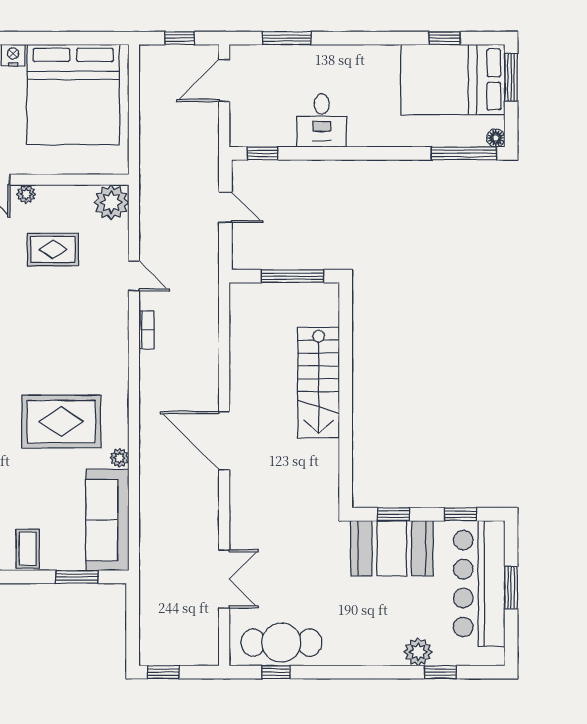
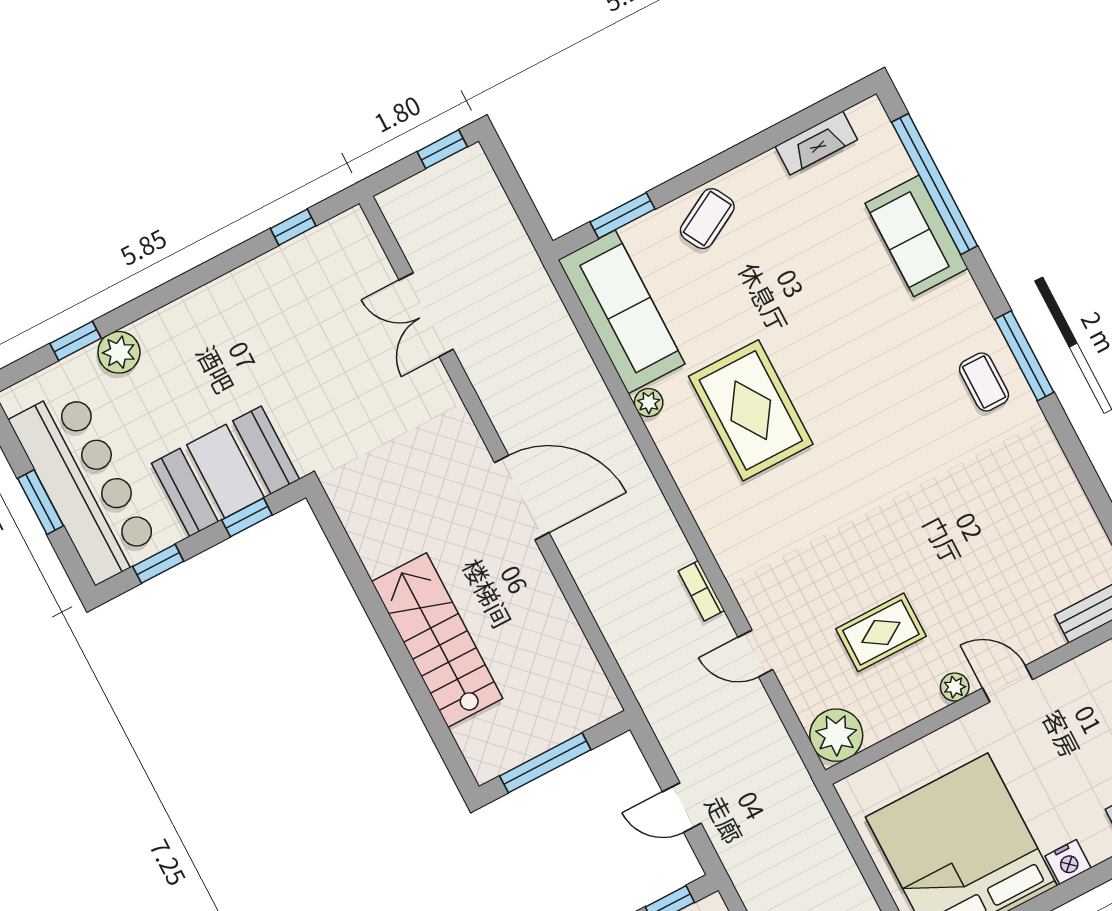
rug: (61, 422) -> (751, 410), turned 90
coffee table: (28, 549) -> (707, 219), turned 61
cafe table: (281, 643) -> (306, 270), removed

